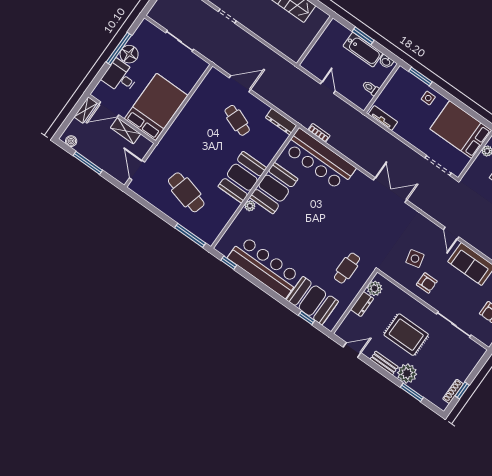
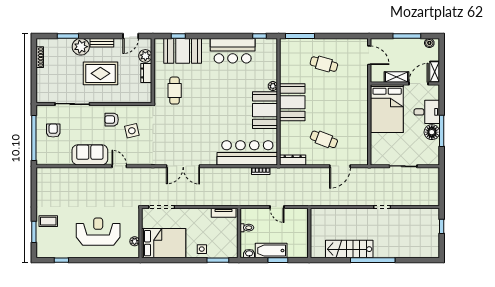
cafe table: (186, 192) -> (324, 64), width x0.73, depth x0.74
bar counter: (264, 267) -> (233, 51), width x0.73
plant: (375, 288) -> (145, 56), moved
window: (462, 390) -> (34, 62), removed

